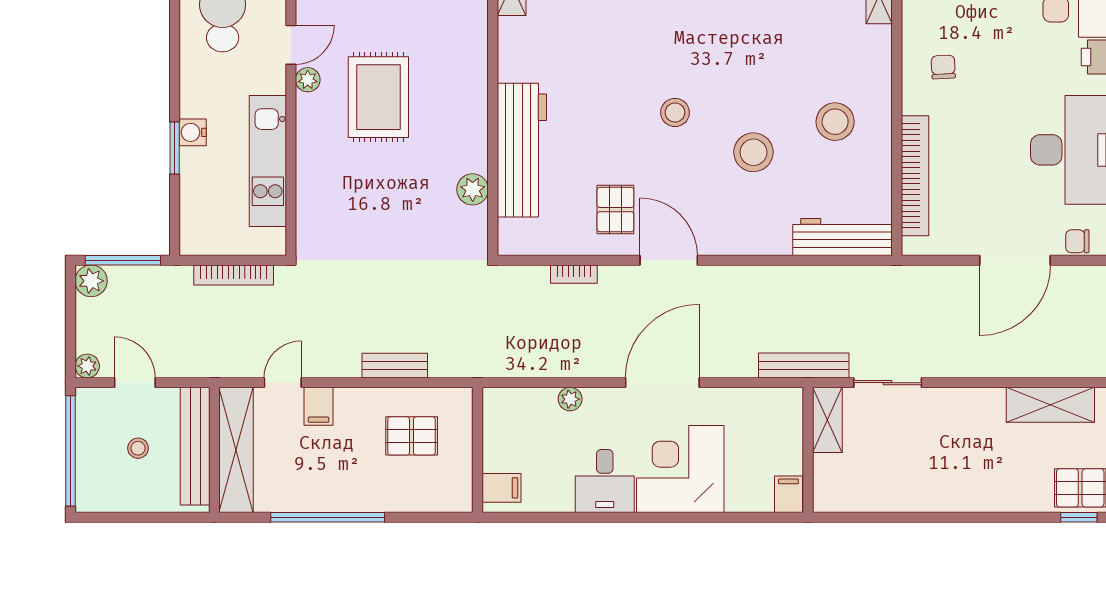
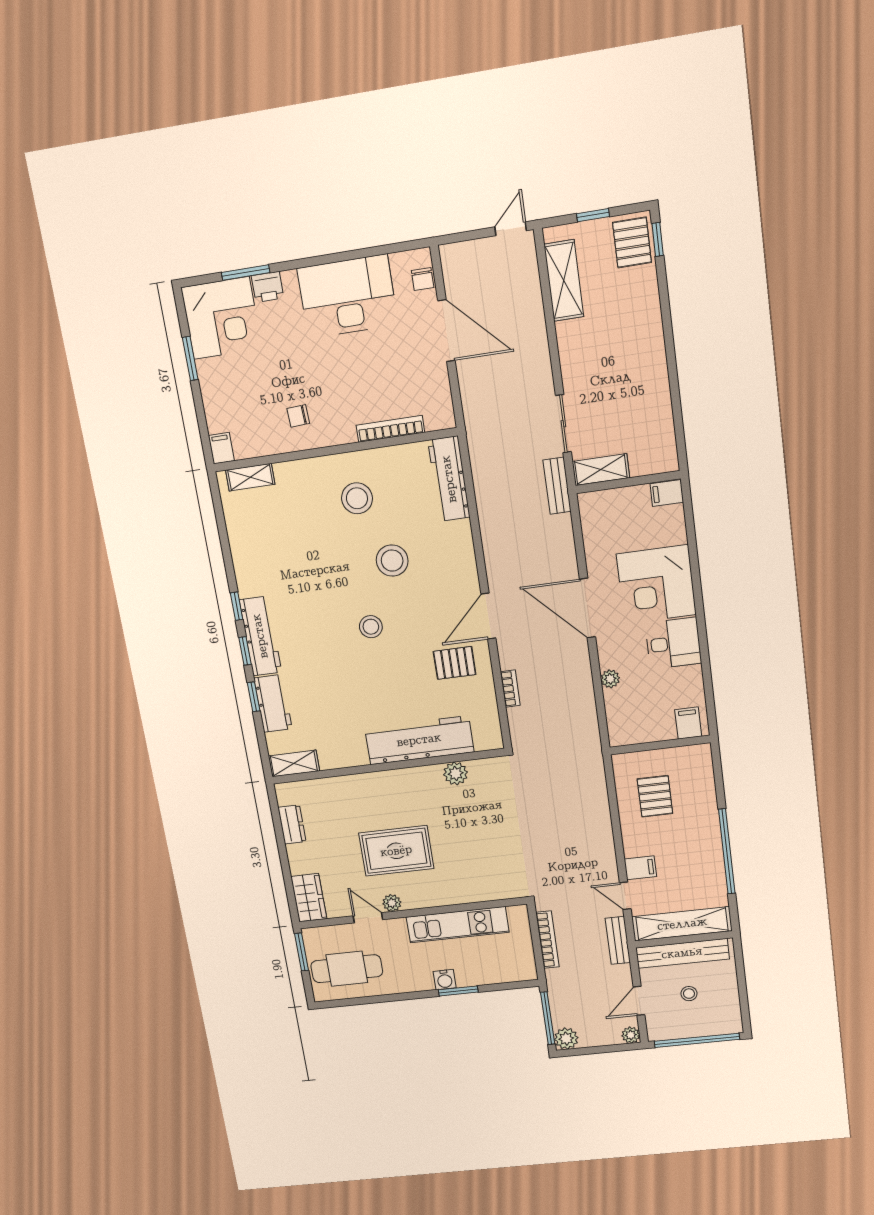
bookcase: (915, 176) -> (390, 429), width x0.68, depth x0.76
bench: (804, 365) -> (557, 486), width x0.73
bench: (395, 366) -> (618, 940), moved

